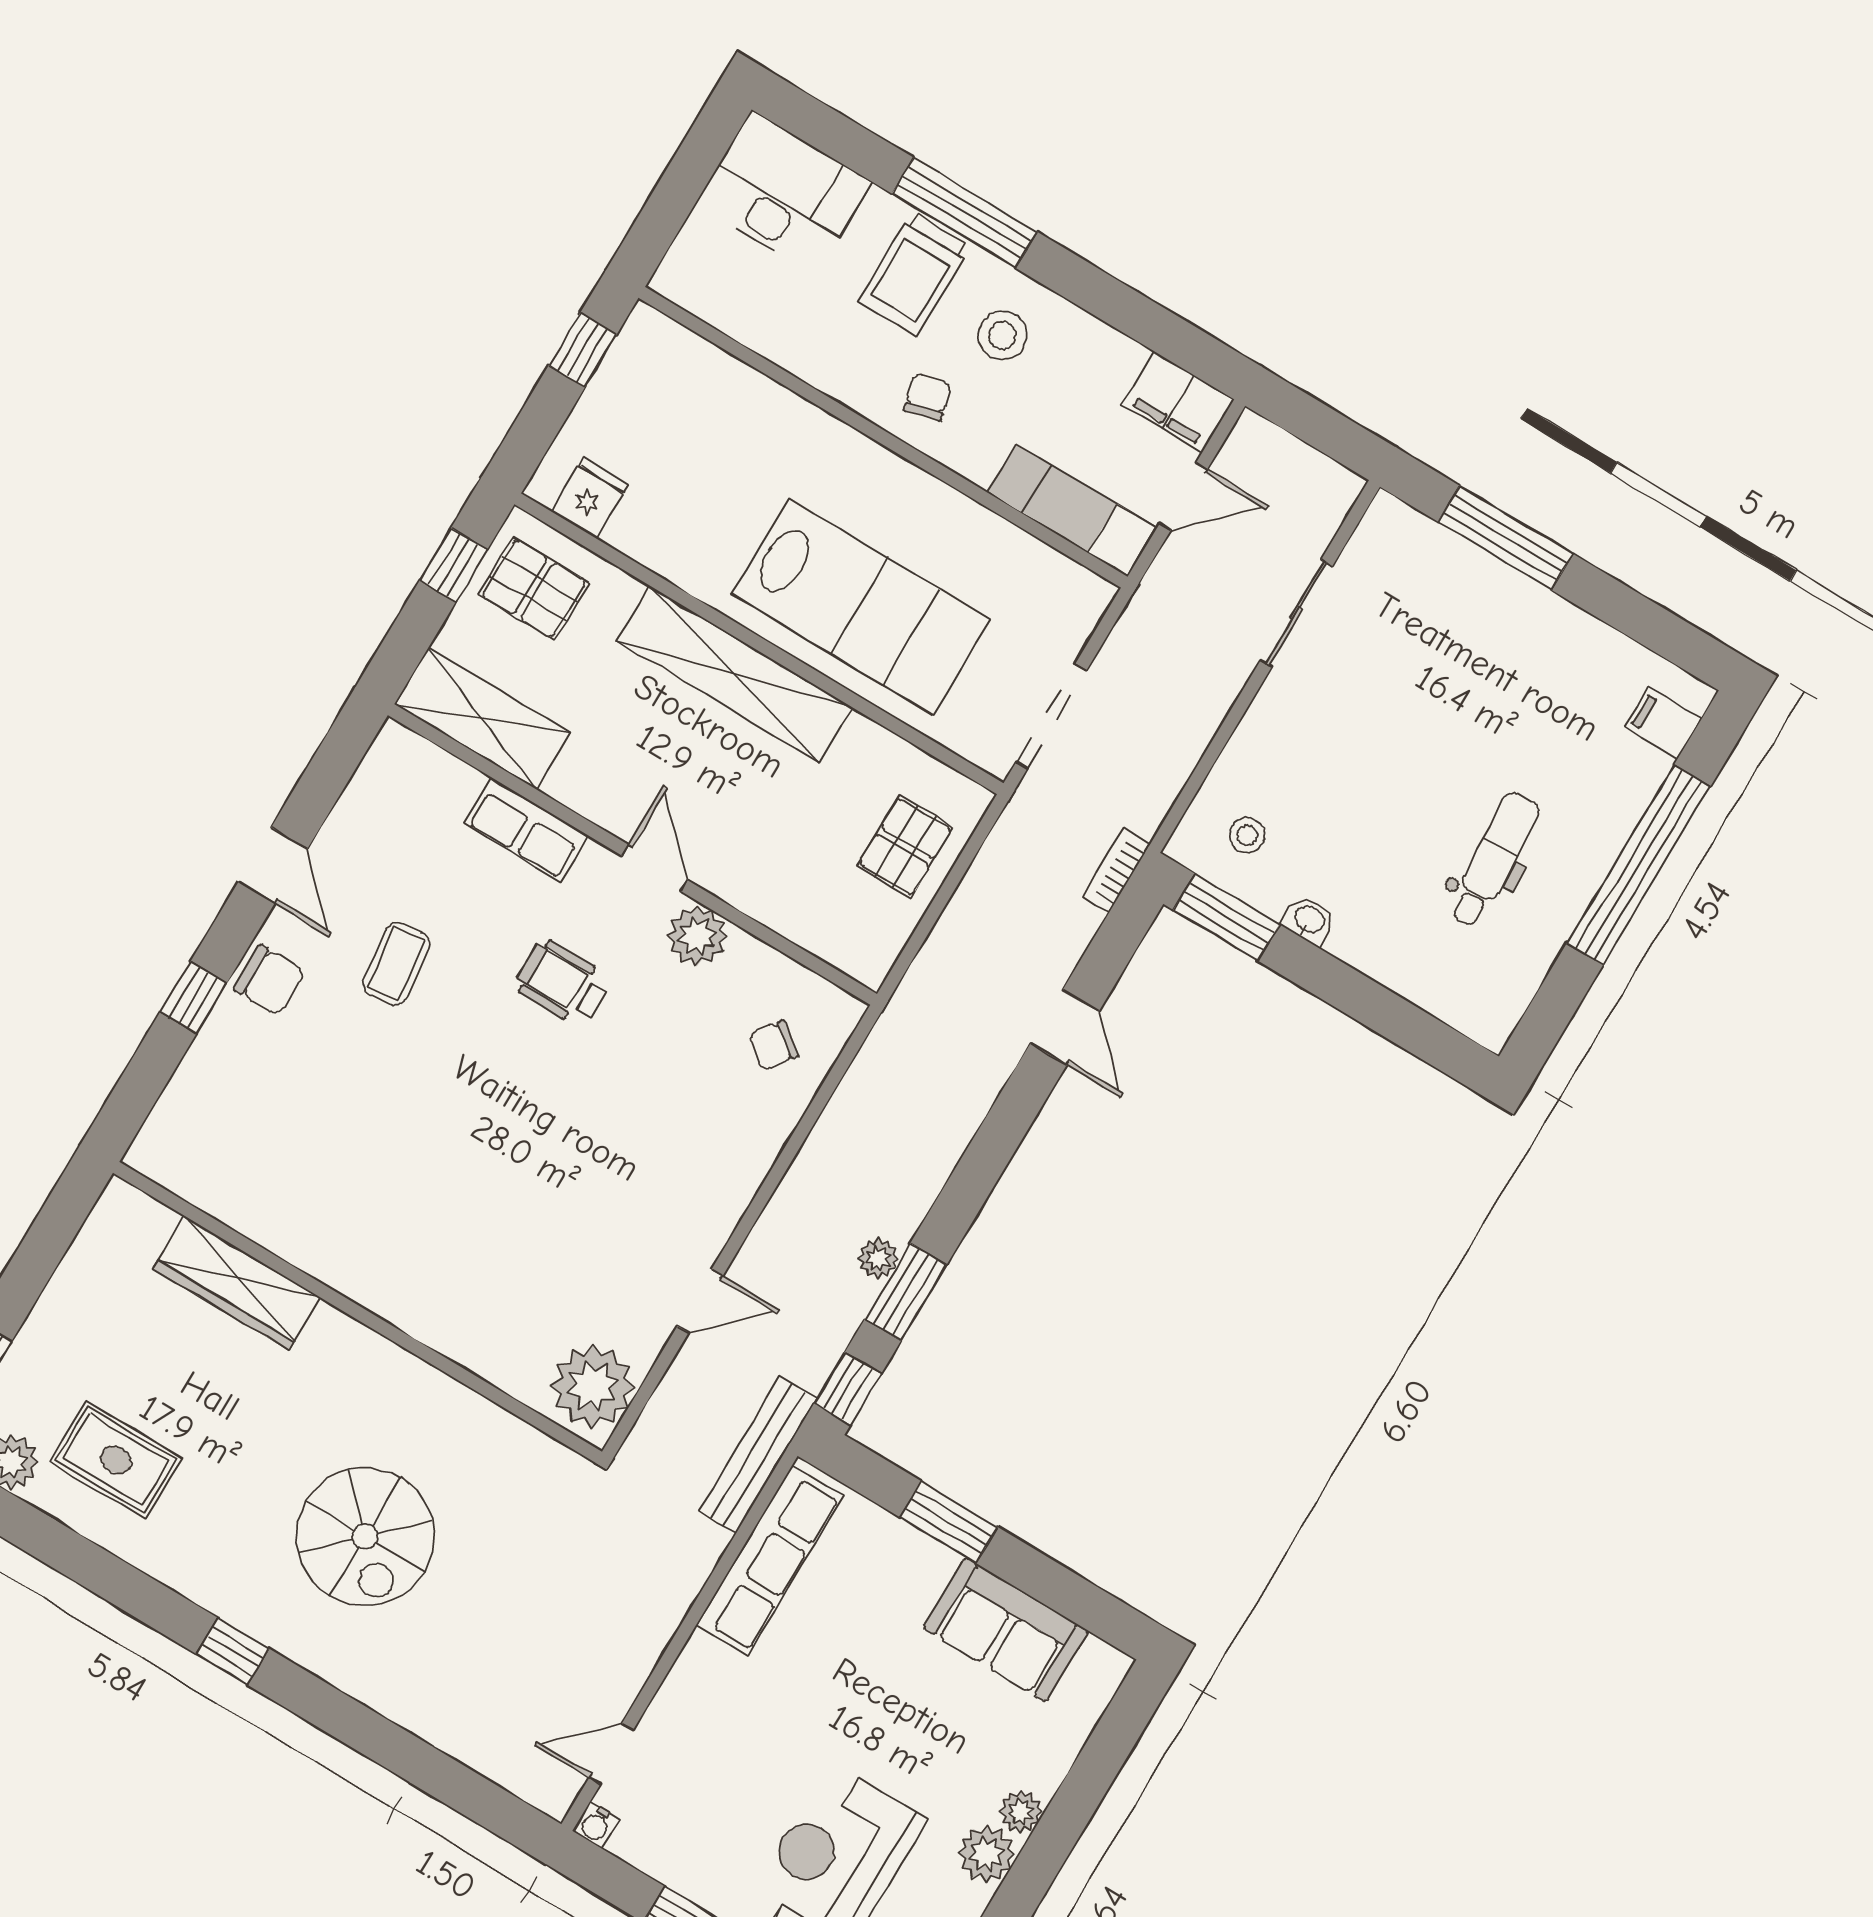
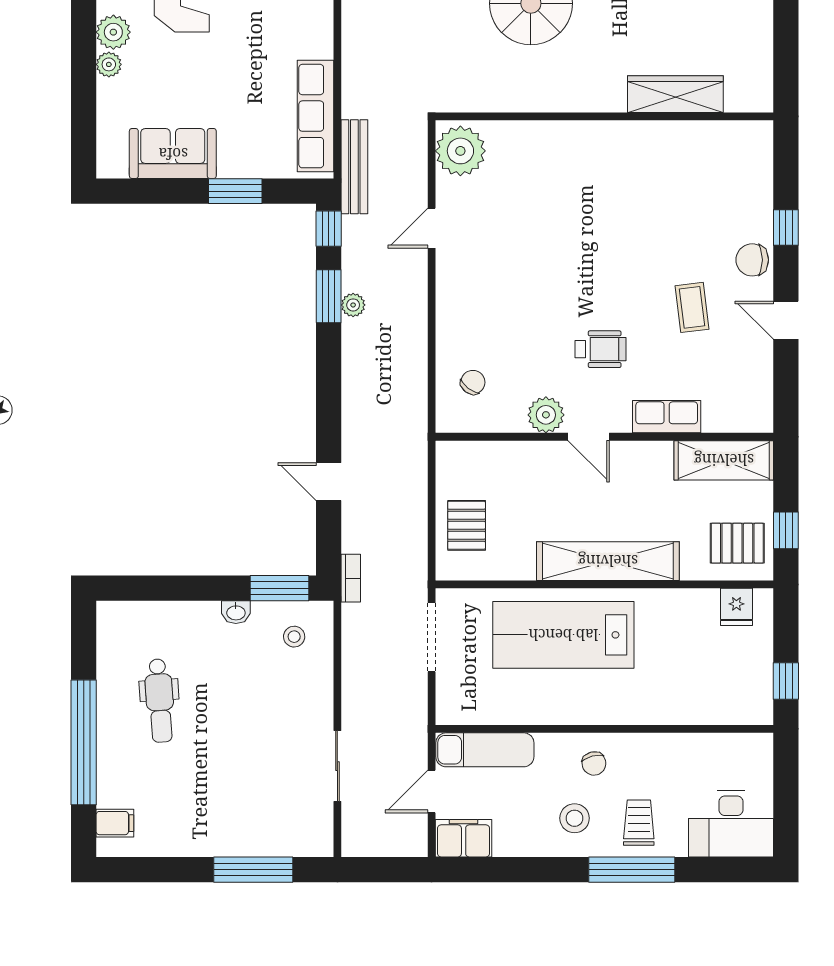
trolley: (914, 274) -> (639, 823), width x0.73, depth x0.72

